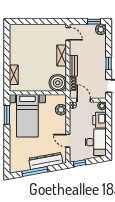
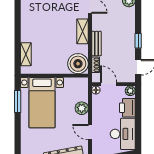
plant: (61, 110) -> (82, 108), moved

